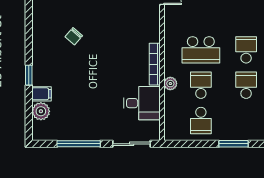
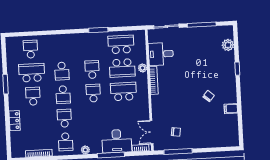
school desk: (246, 50) -> (93, 93), turned 180
school desk: (201, 85) -> (122, 68), width x1.85
school desk: (246, 85) -> (92, 70), turned 180
filing cabinet: (42, 94) -> (231, 109), moved
school desk: (201, 121) -> (121, 44), width x1.85

